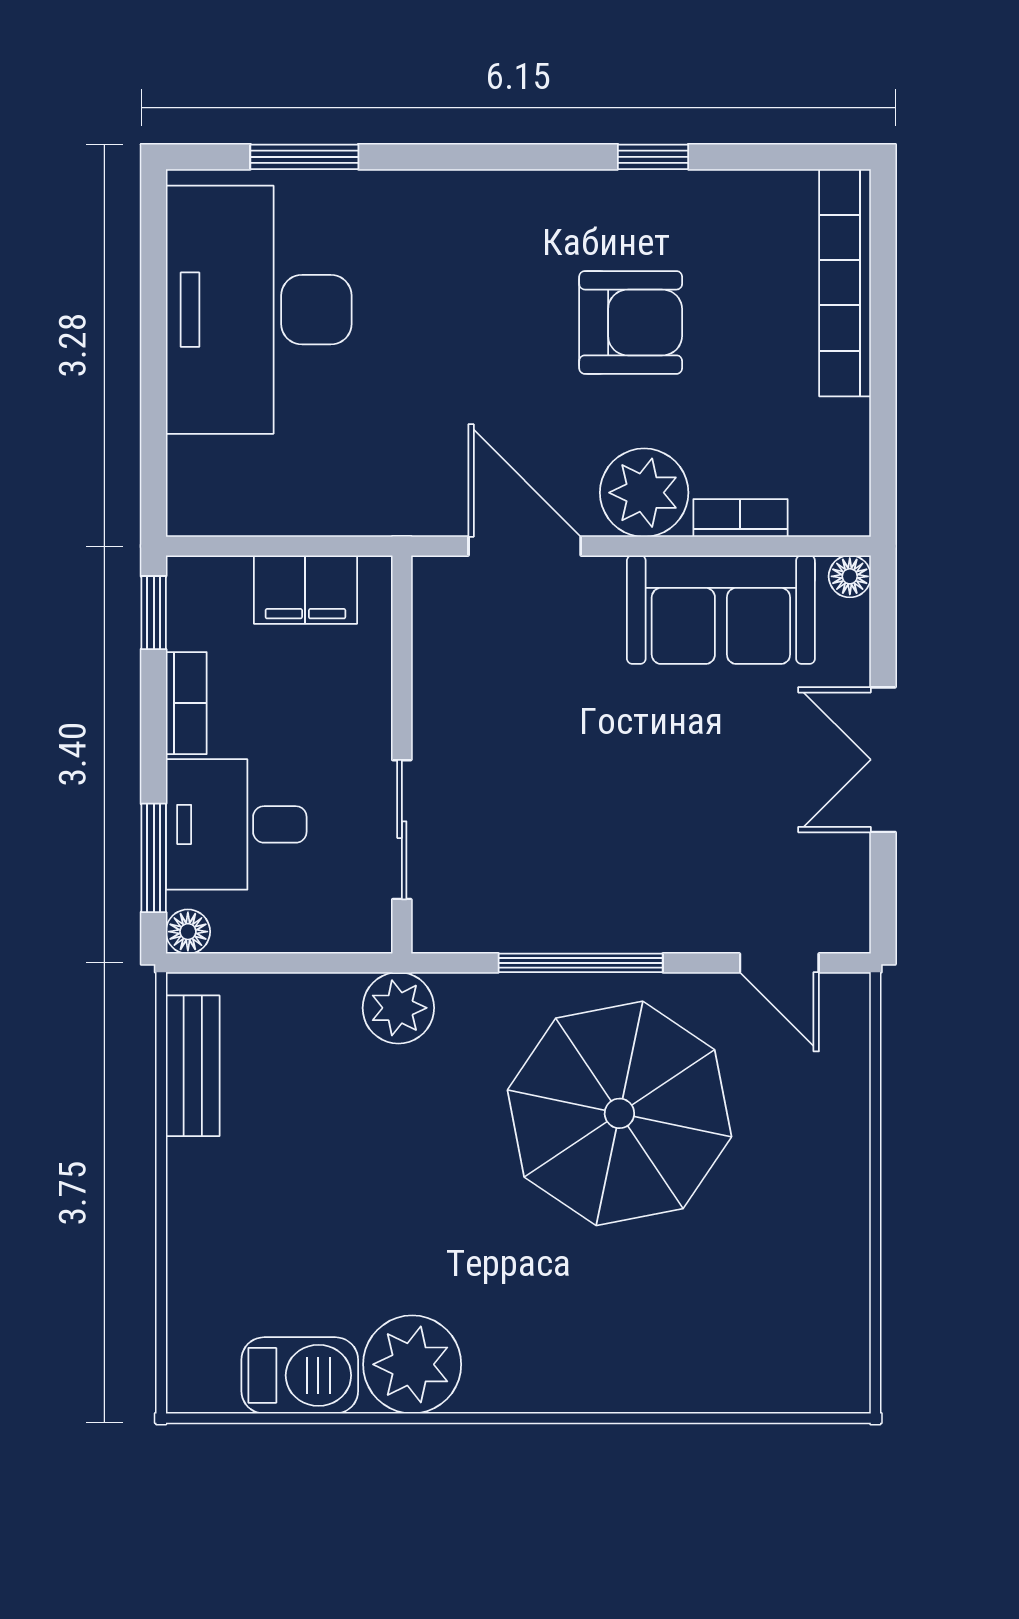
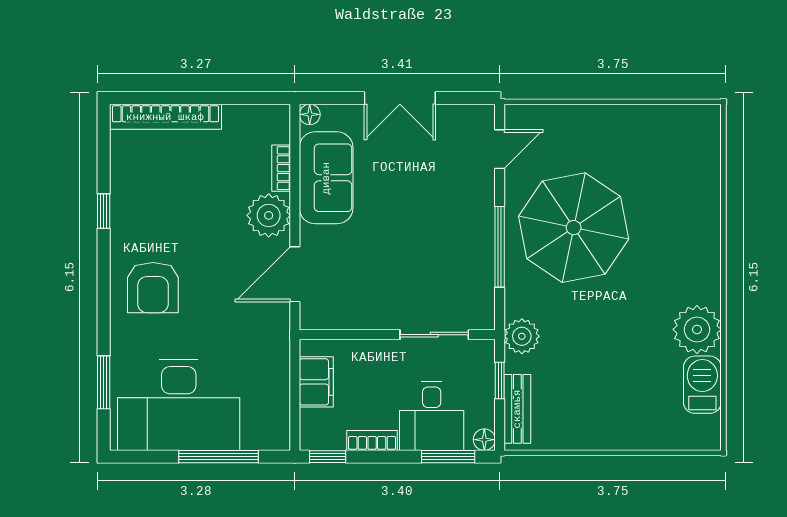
armchair: (631, 322) -> (153, 288), moved, turned 180
window: (154, 391) -> (218, 457), added
window: (308, 963) -> (500, 380), added
bench: (193, 1066) -> (517, 409), moved, turned 90

